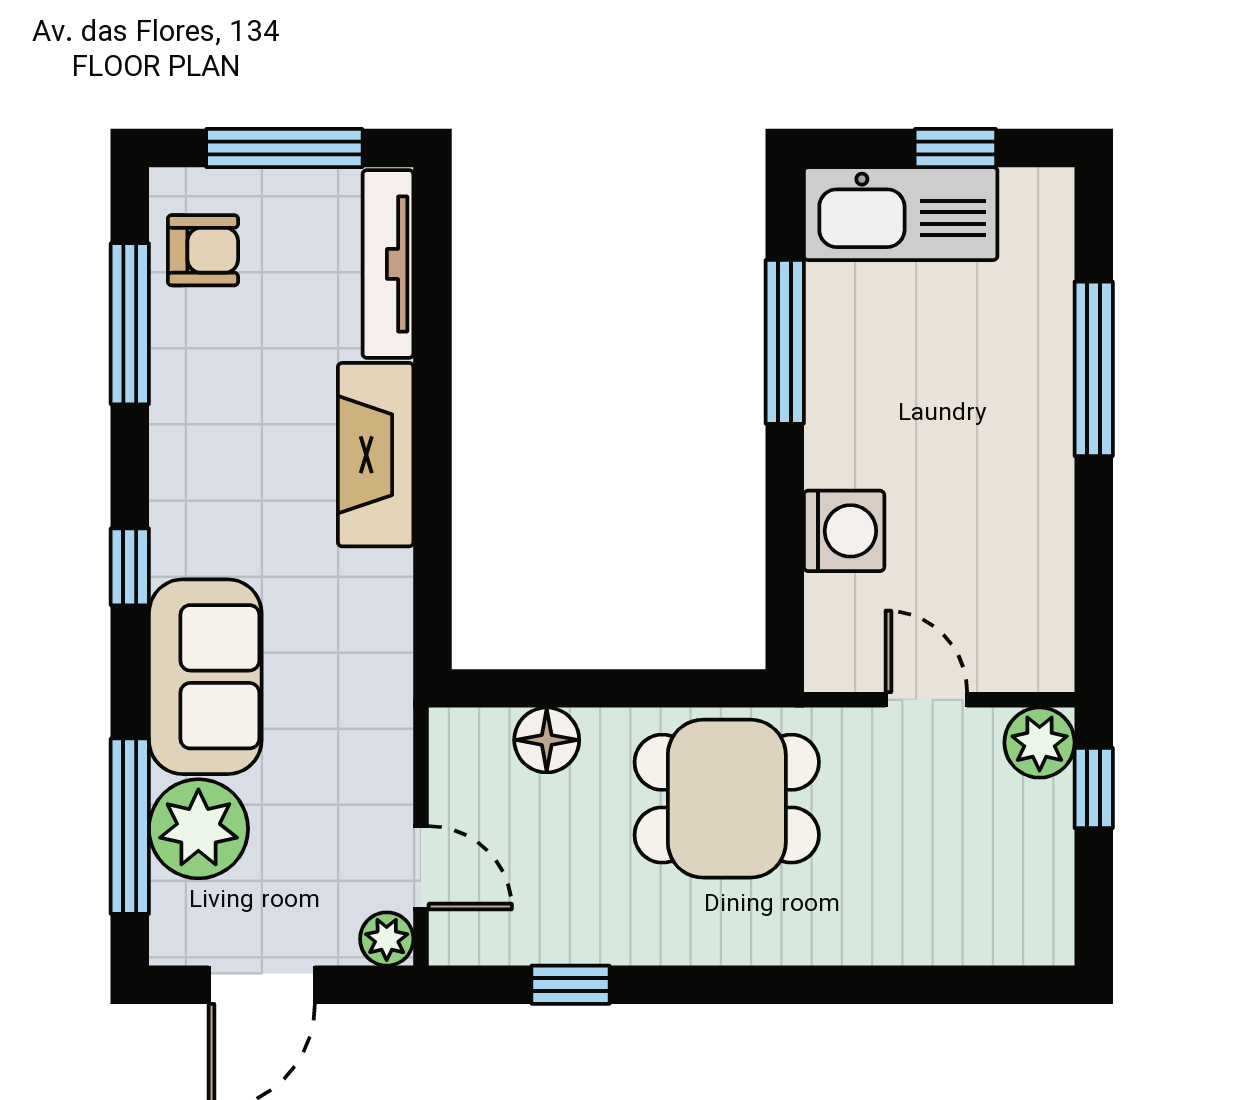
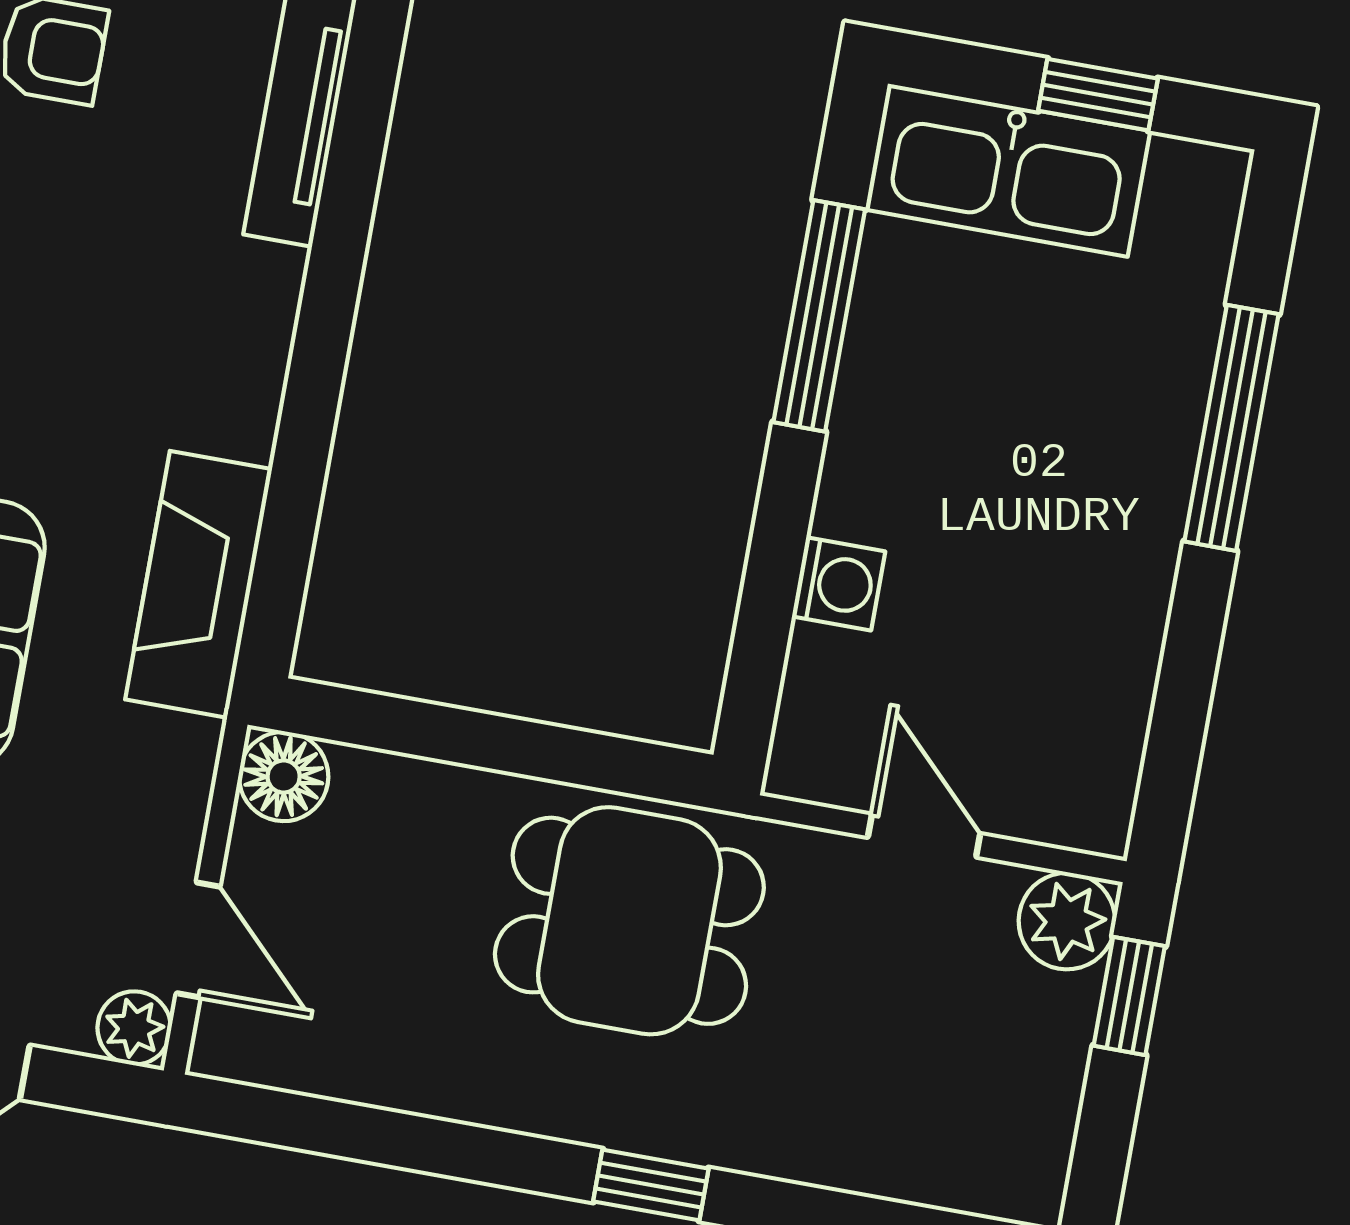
fireplace: (376, 455) -> (199, 584), moved
washing machine: (844, 531) -> (839, 584), width x0.73, depth x0.73
floor lamp: (547, 740) -> (284, 776), moved
window: (570, 985) -> (651, 1185), moved

